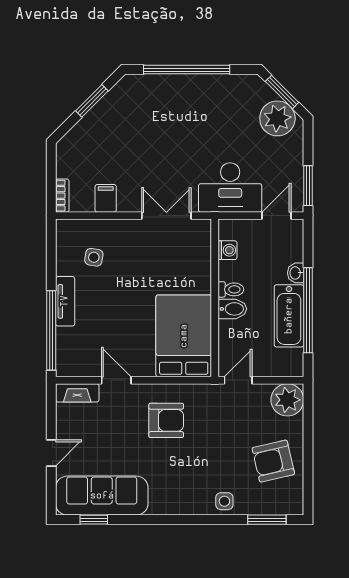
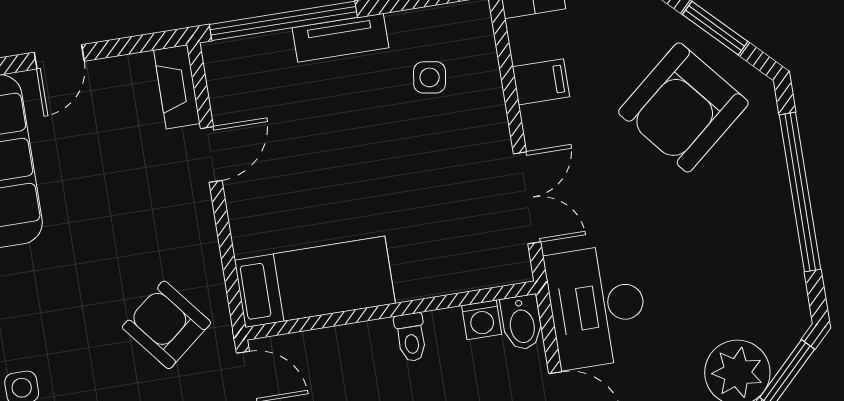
armchair: (132, 125) -> (683, 107), added
bidet: (232, 309) -> (522, 323), moved
bed: (184, 336) -> (315, 282), width x0.67
armchair: (166, 420) -> (166, 325), moved, turned 141
door: (51, 453) -> (59, 57), hinge flipped

